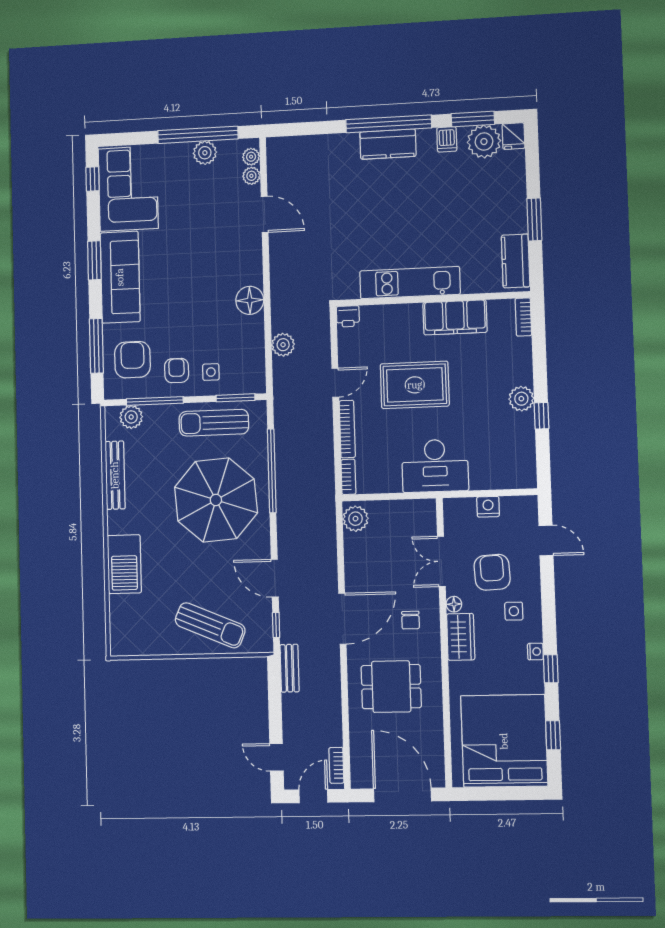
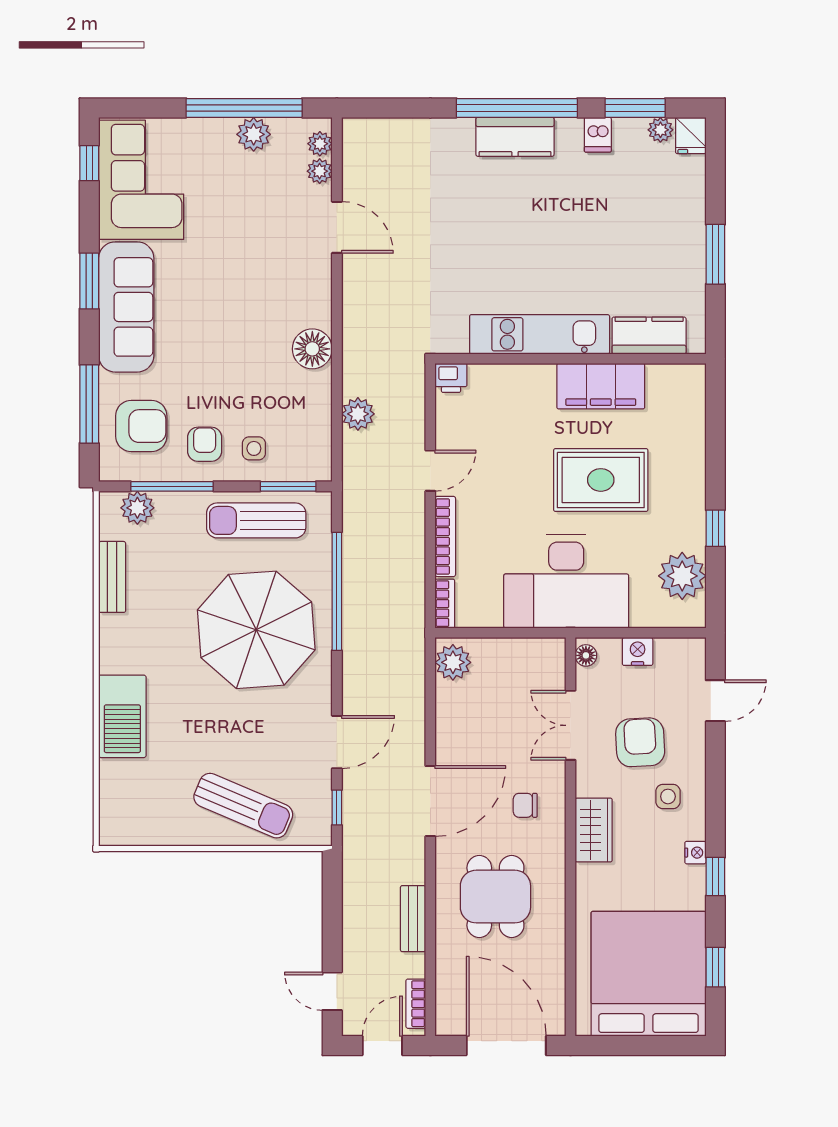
plant: (484, 142) -> (660, 130), width x0.53, depth x0.53
kitchen counter: (516, 261) -> (649, 336), moved, turned 90
bookcase: (523, 317) -> (695, 390), removed
armchair: (132, 360) -> (141, 426), turned 90
rug: (415, 385) -> (601, 480), moved
plant: (521, 399) -> (682, 576), moved, width x1.36, depth x1.36
desk: (435, 466) -> (566, 581), width x1.36, depth x1.30
bench: (115, 475) -> (112, 577), width x0.73
door: (546, 541) -> (715, 701), hinge flipped
door: (275, 578) -> (337, 742), swing flipped
floor lamp: (454, 604) -> (586, 655), moved
chair: (411, 620) -> (525, 805), turned 90
bench: (290, 668) -> (413, 919), moved
dining table: (391, 687) -> (495, 897), turned 90

